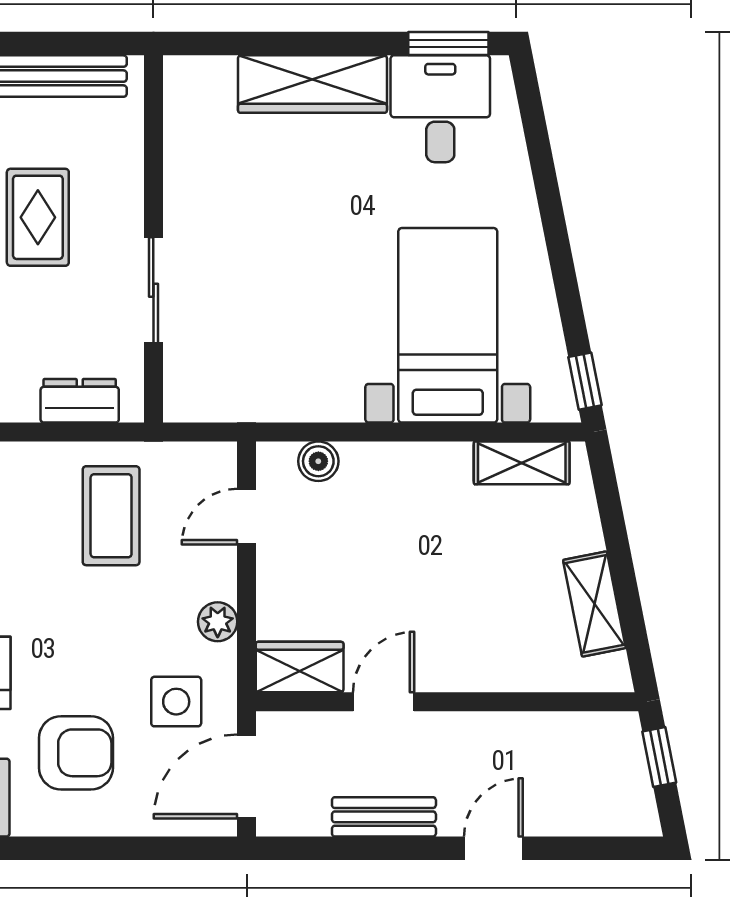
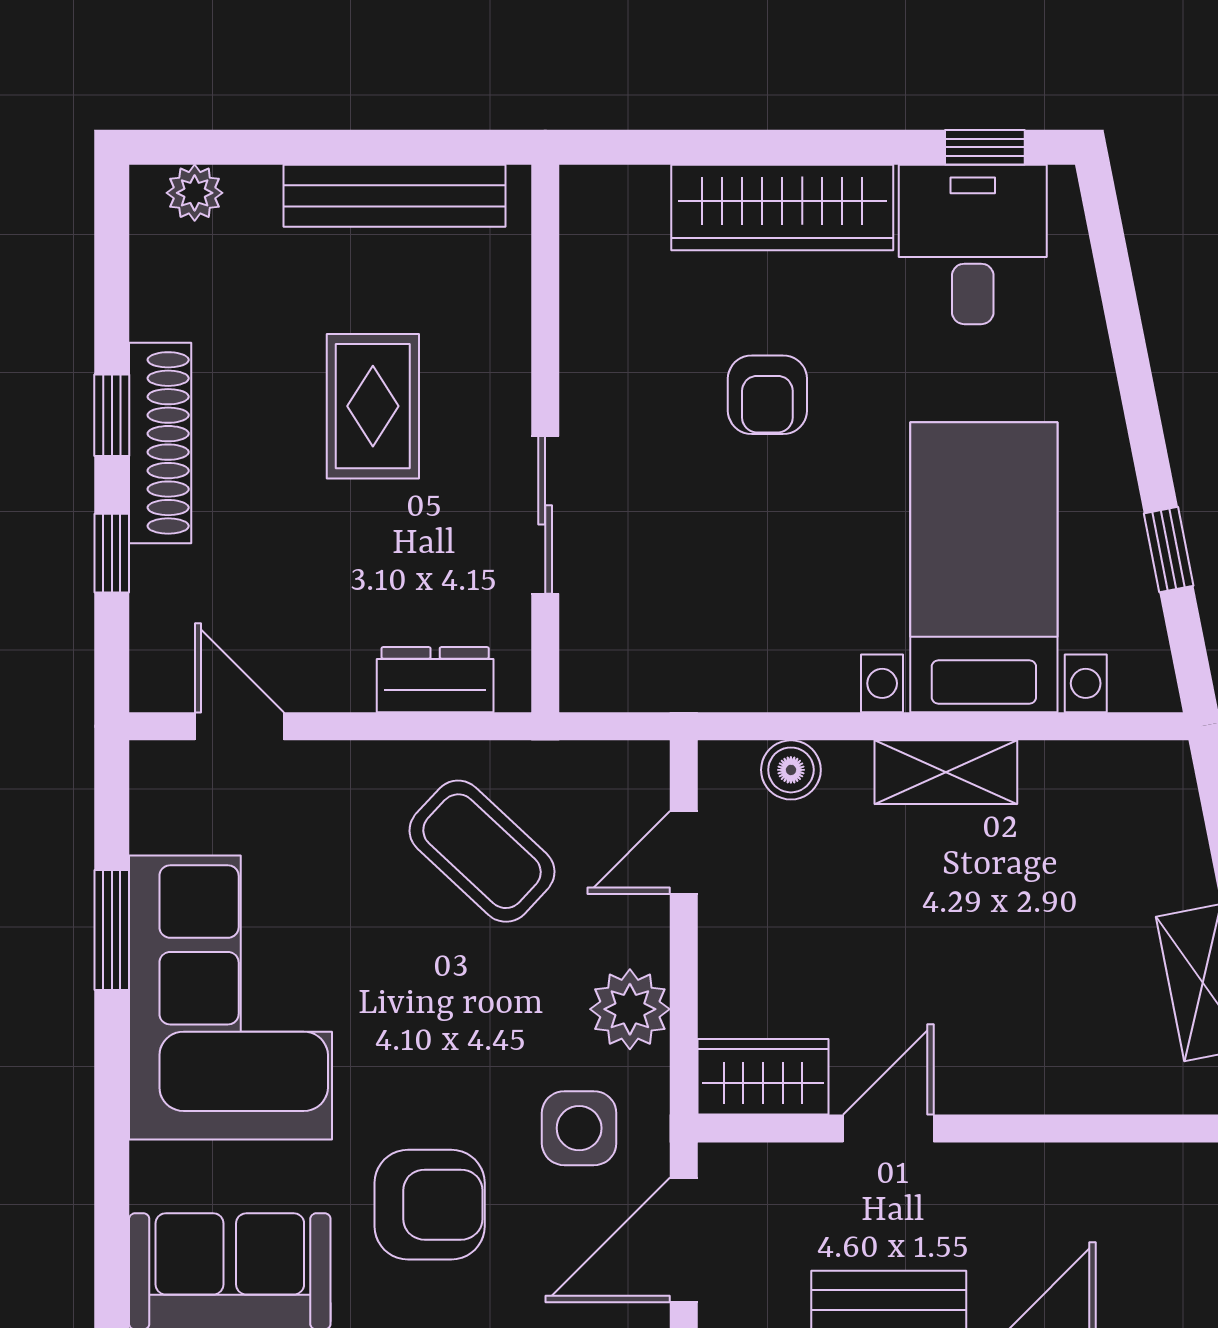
window: (448, 44) -> (985, 147), width x0.67
armchair: (303, 210) -> (767, 395), added
window: (585, 381) -> (1169, 550), moved
shelving: (522, 463) -> (946, 772), moved
coffee table: (111, 516) -> (482, 851), turned -47
plant: (218, 622) -> (630, 1009), width x1.38, depth x1.38

